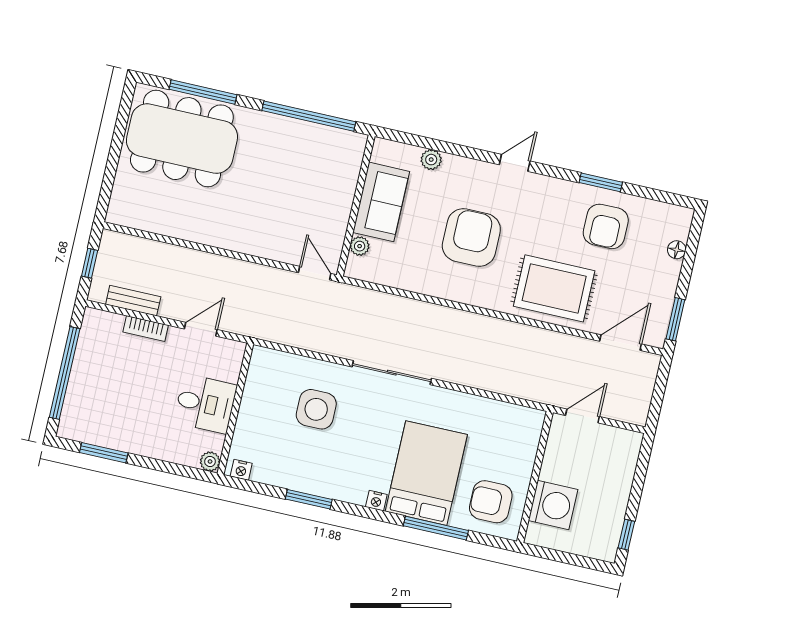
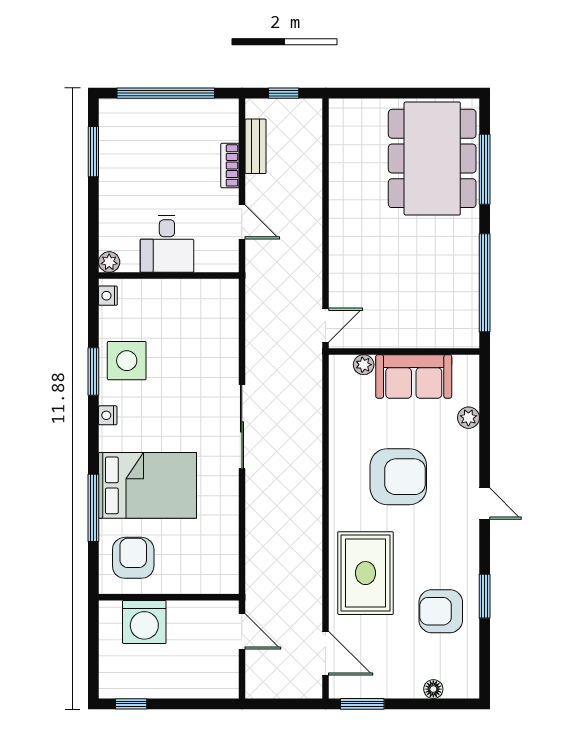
side table: (316, 409) -> (127, 361), moved
nightstand: (376, 501) -> (108, 415), moved

